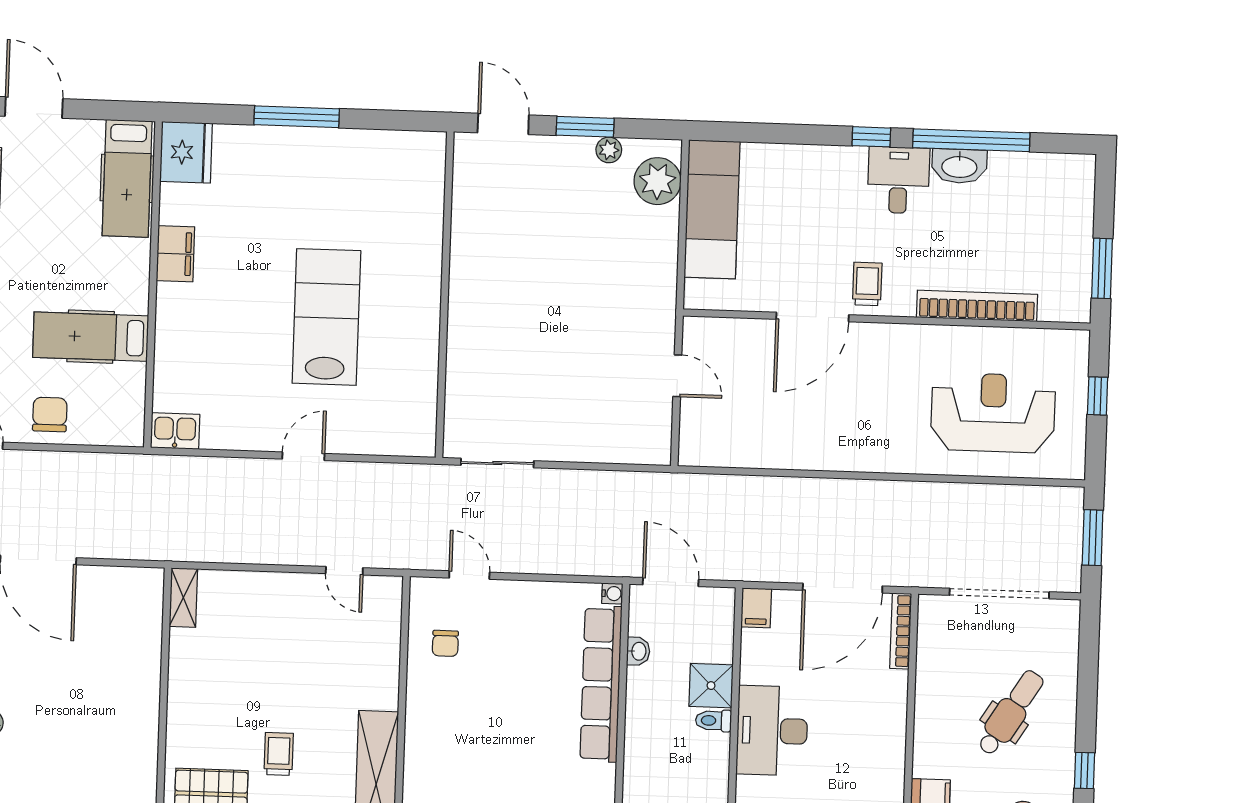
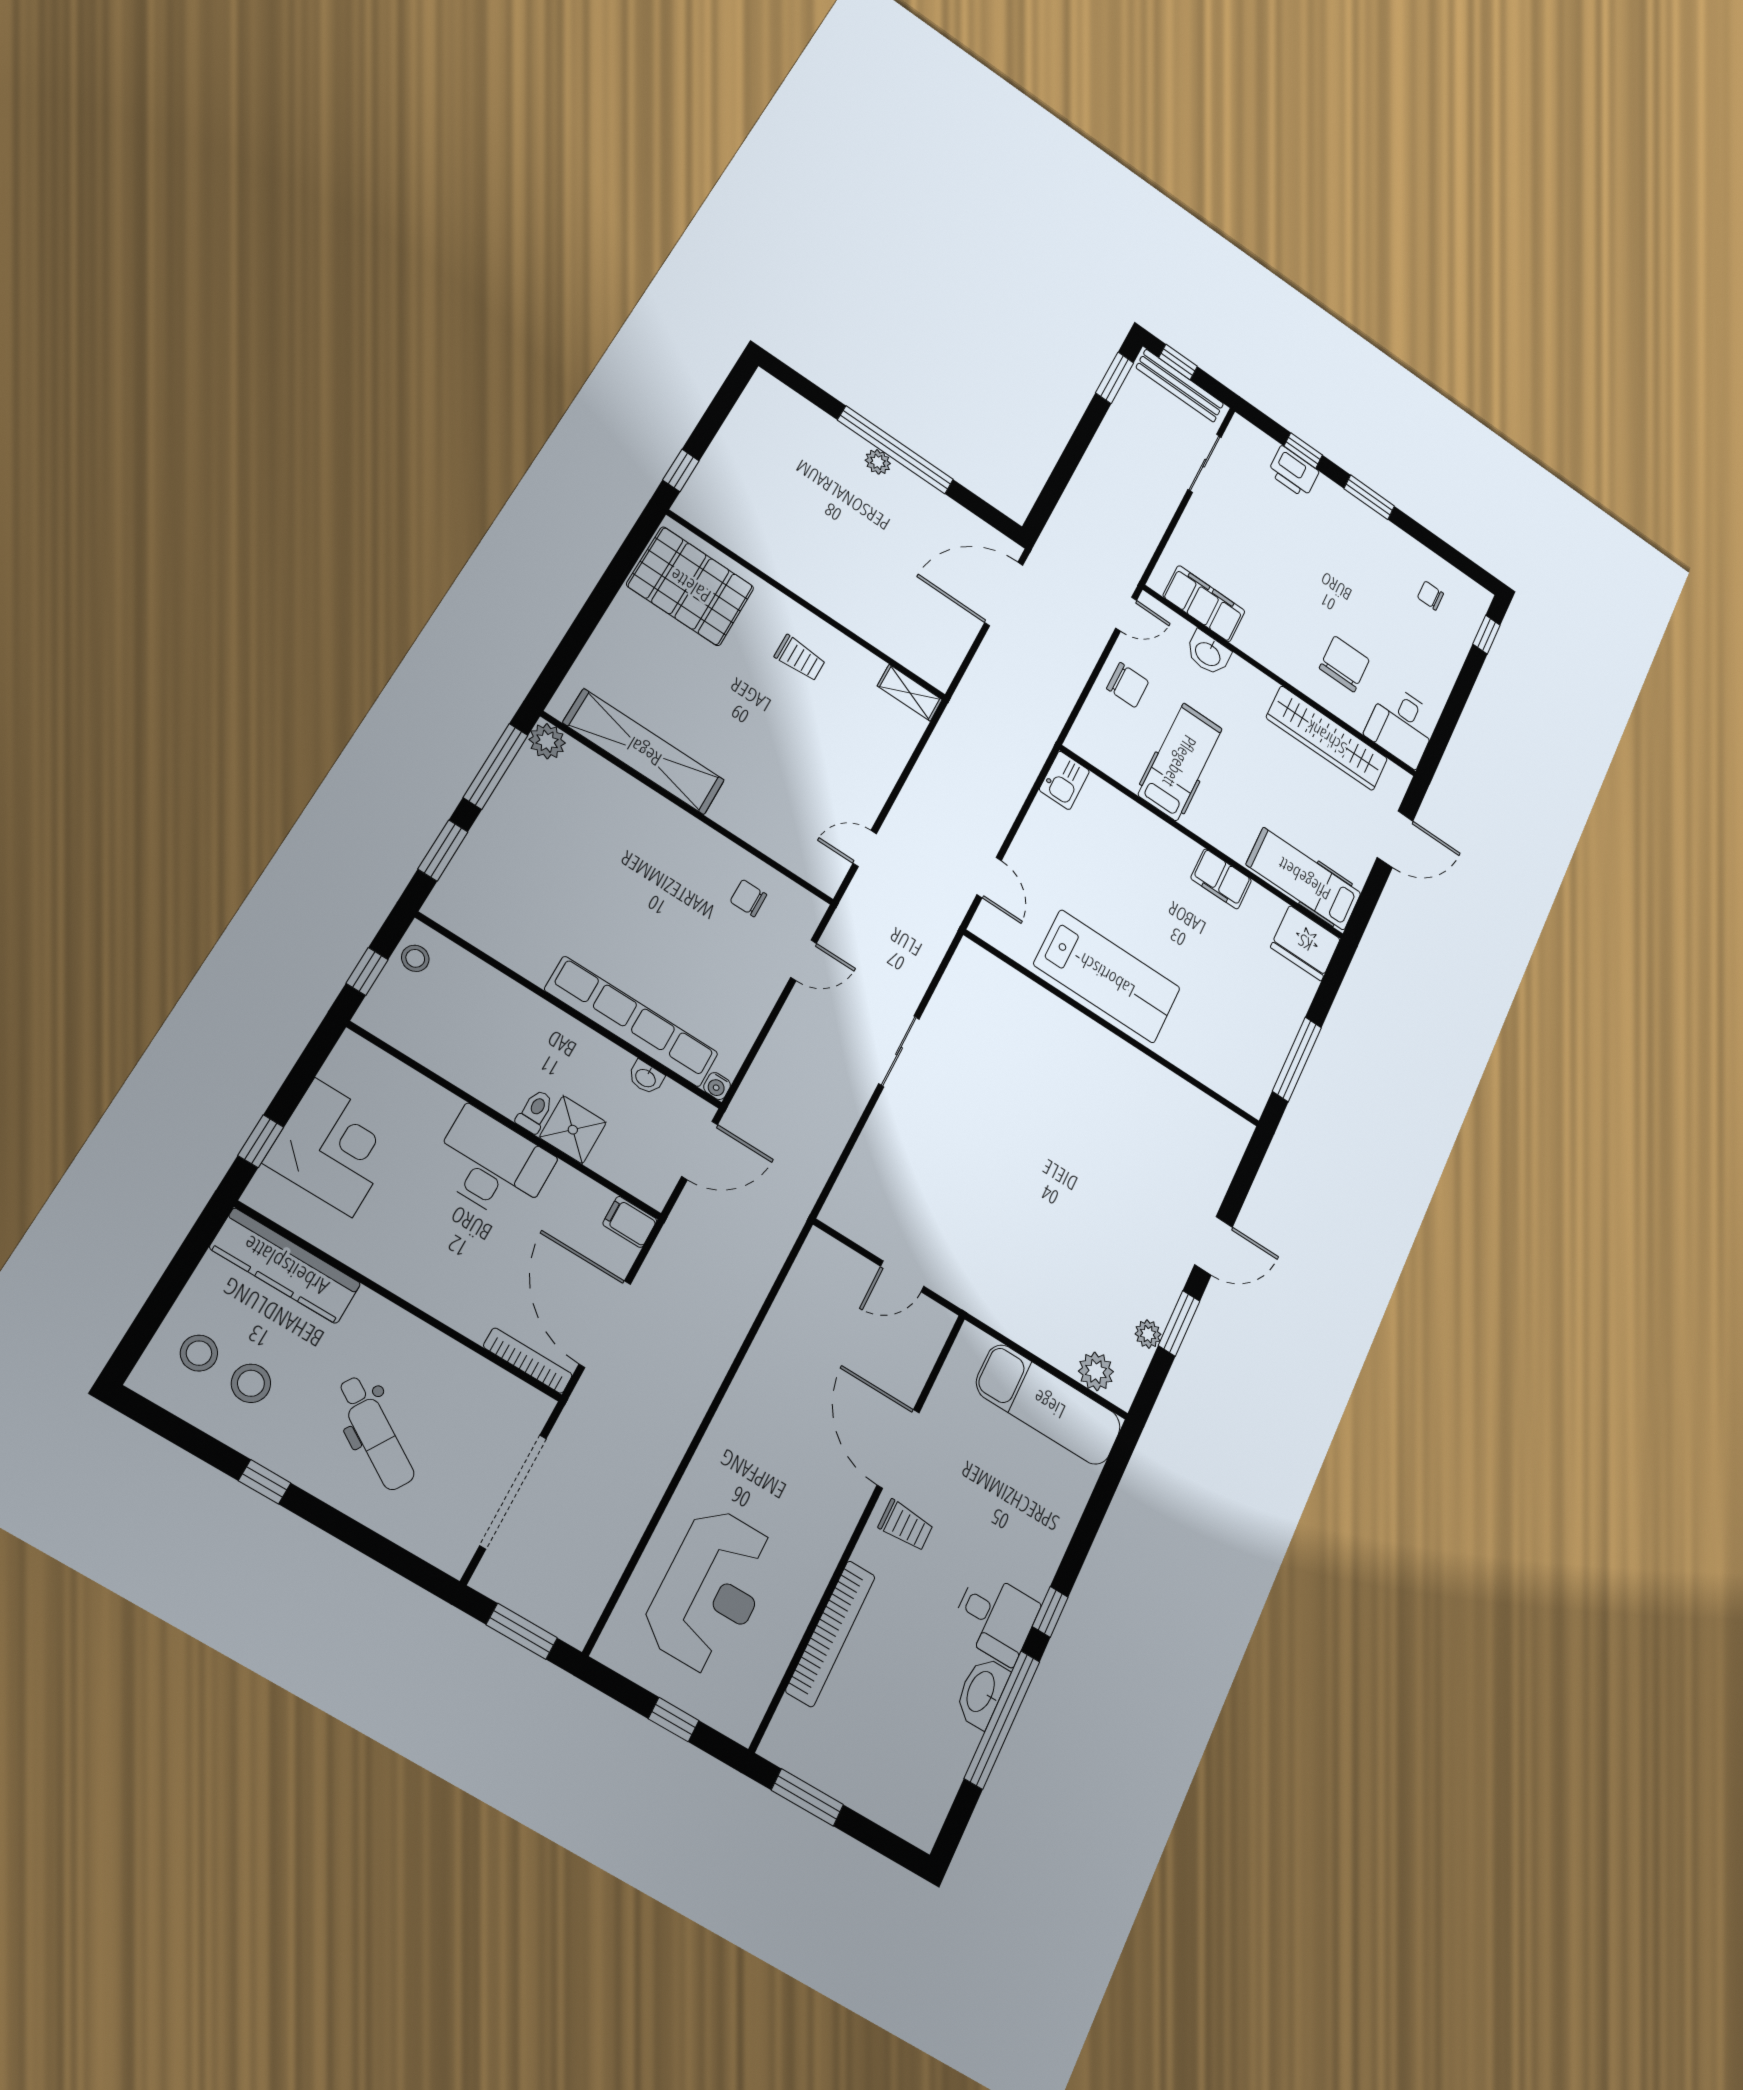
plant: (658, 181) -> (1096, 1371), width x0.73, depth x0.73
wall: (445, 295) -> (1113, 1029), moved
trolley: (279, 754) -> (800, 658), moved

